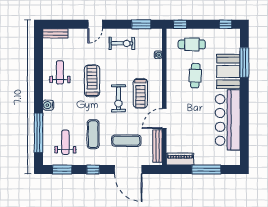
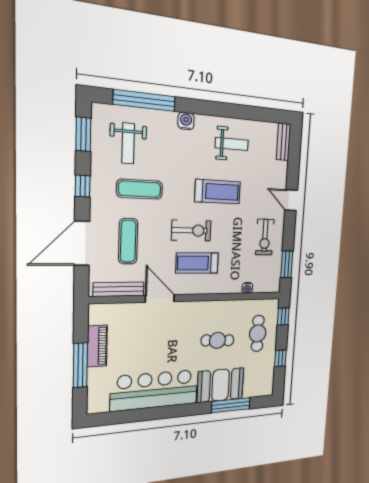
window: (226, 24) -> (280, 358), moved
exercise bike: (118, 98) -> (191, 230), turned 180
weight bench: (65, 142) -> (128, 143), turned 90
piano: (180, 159) -> (97, 346), moved

